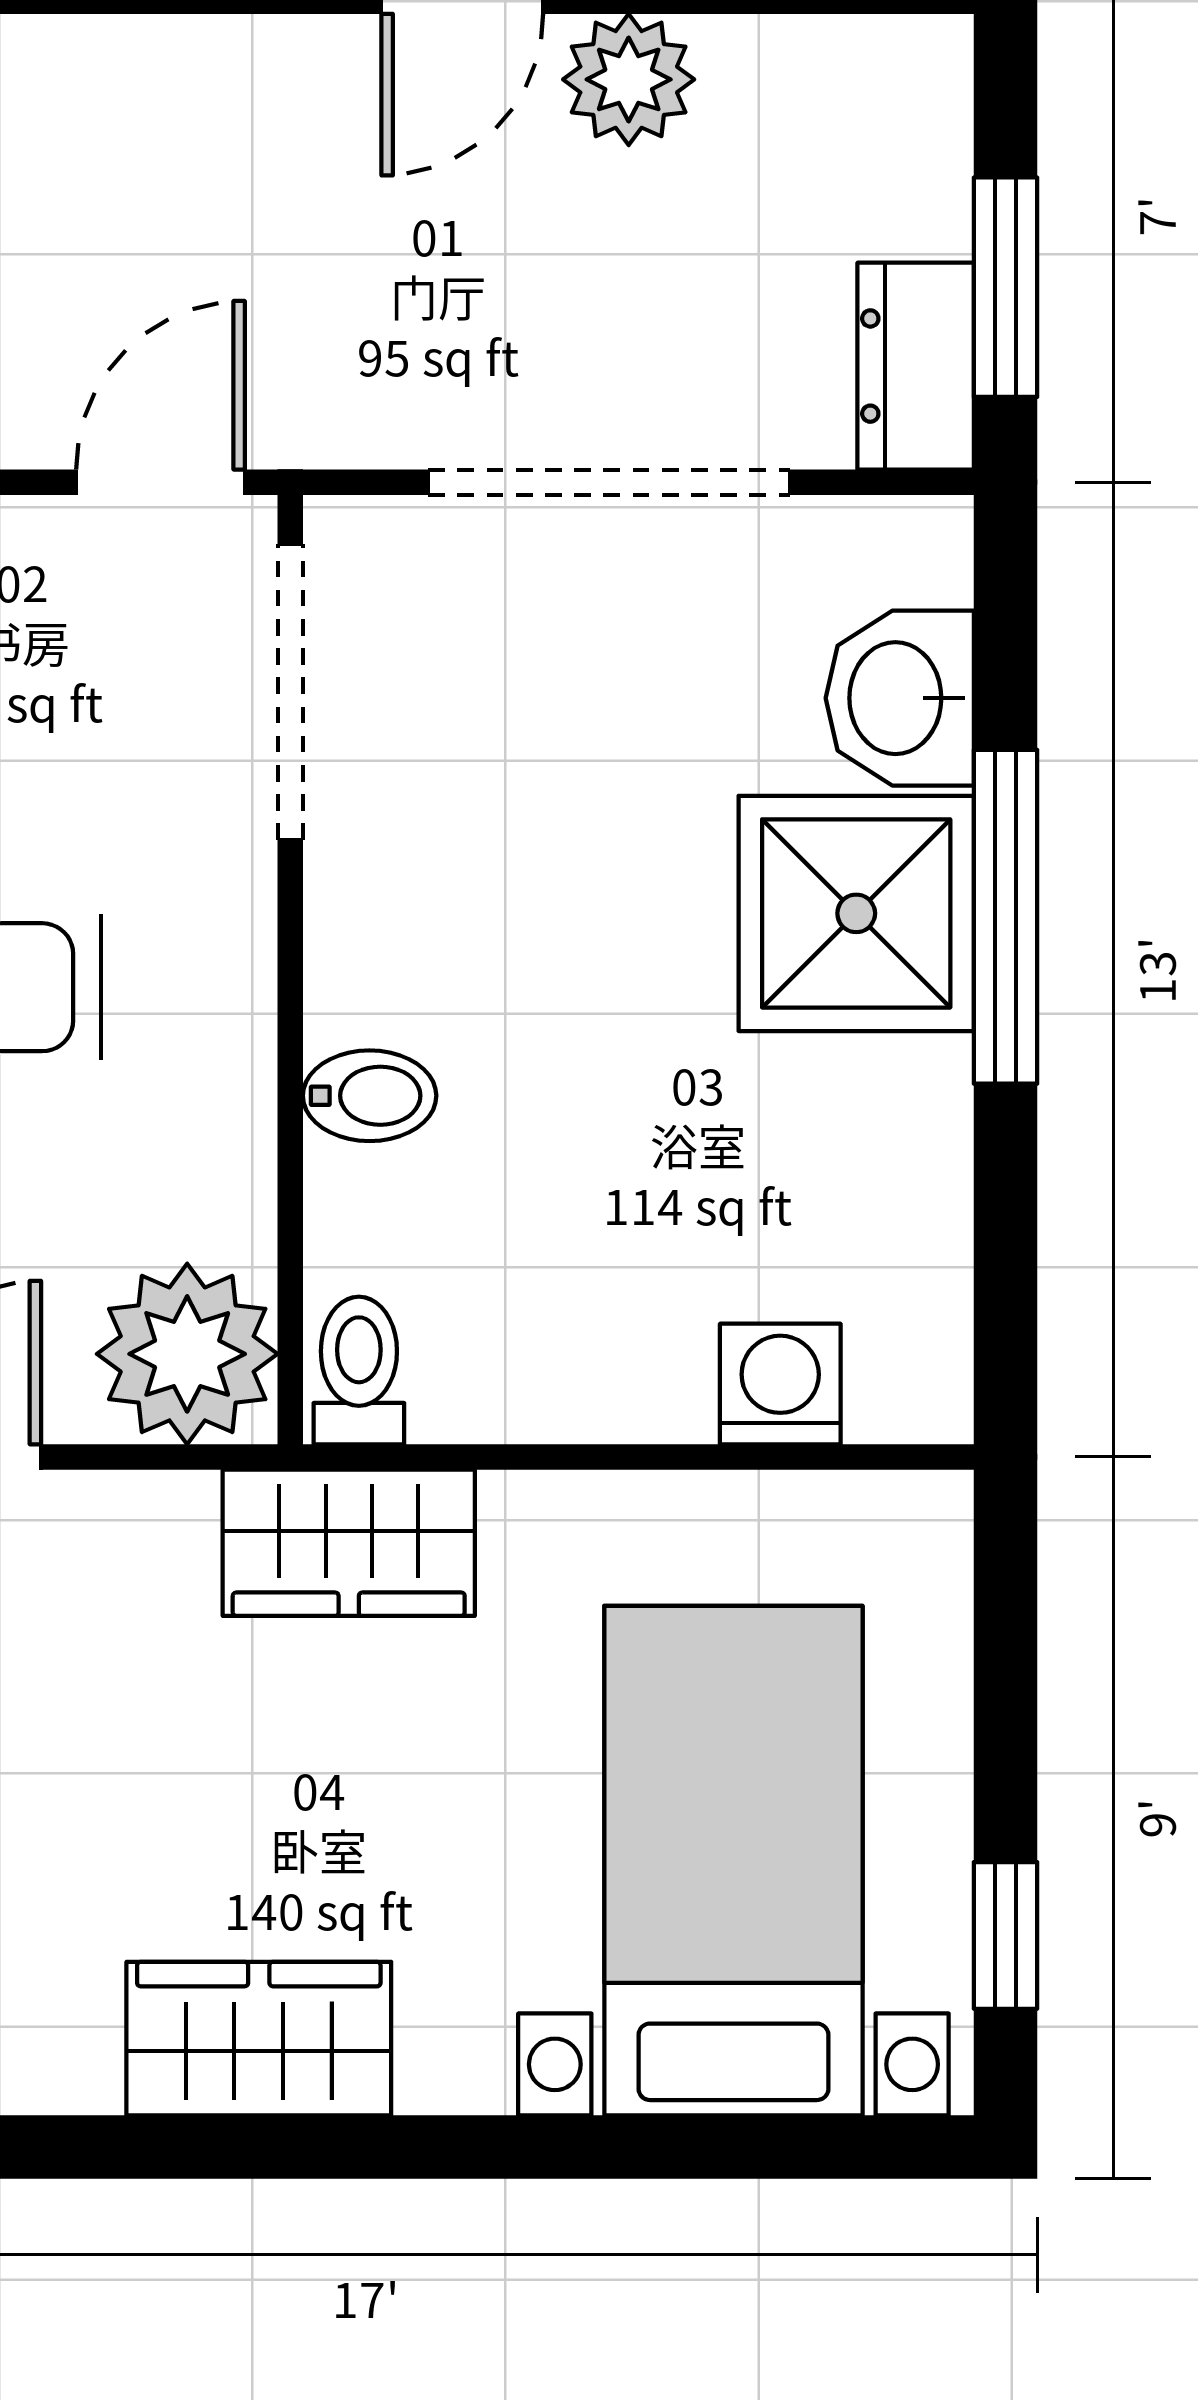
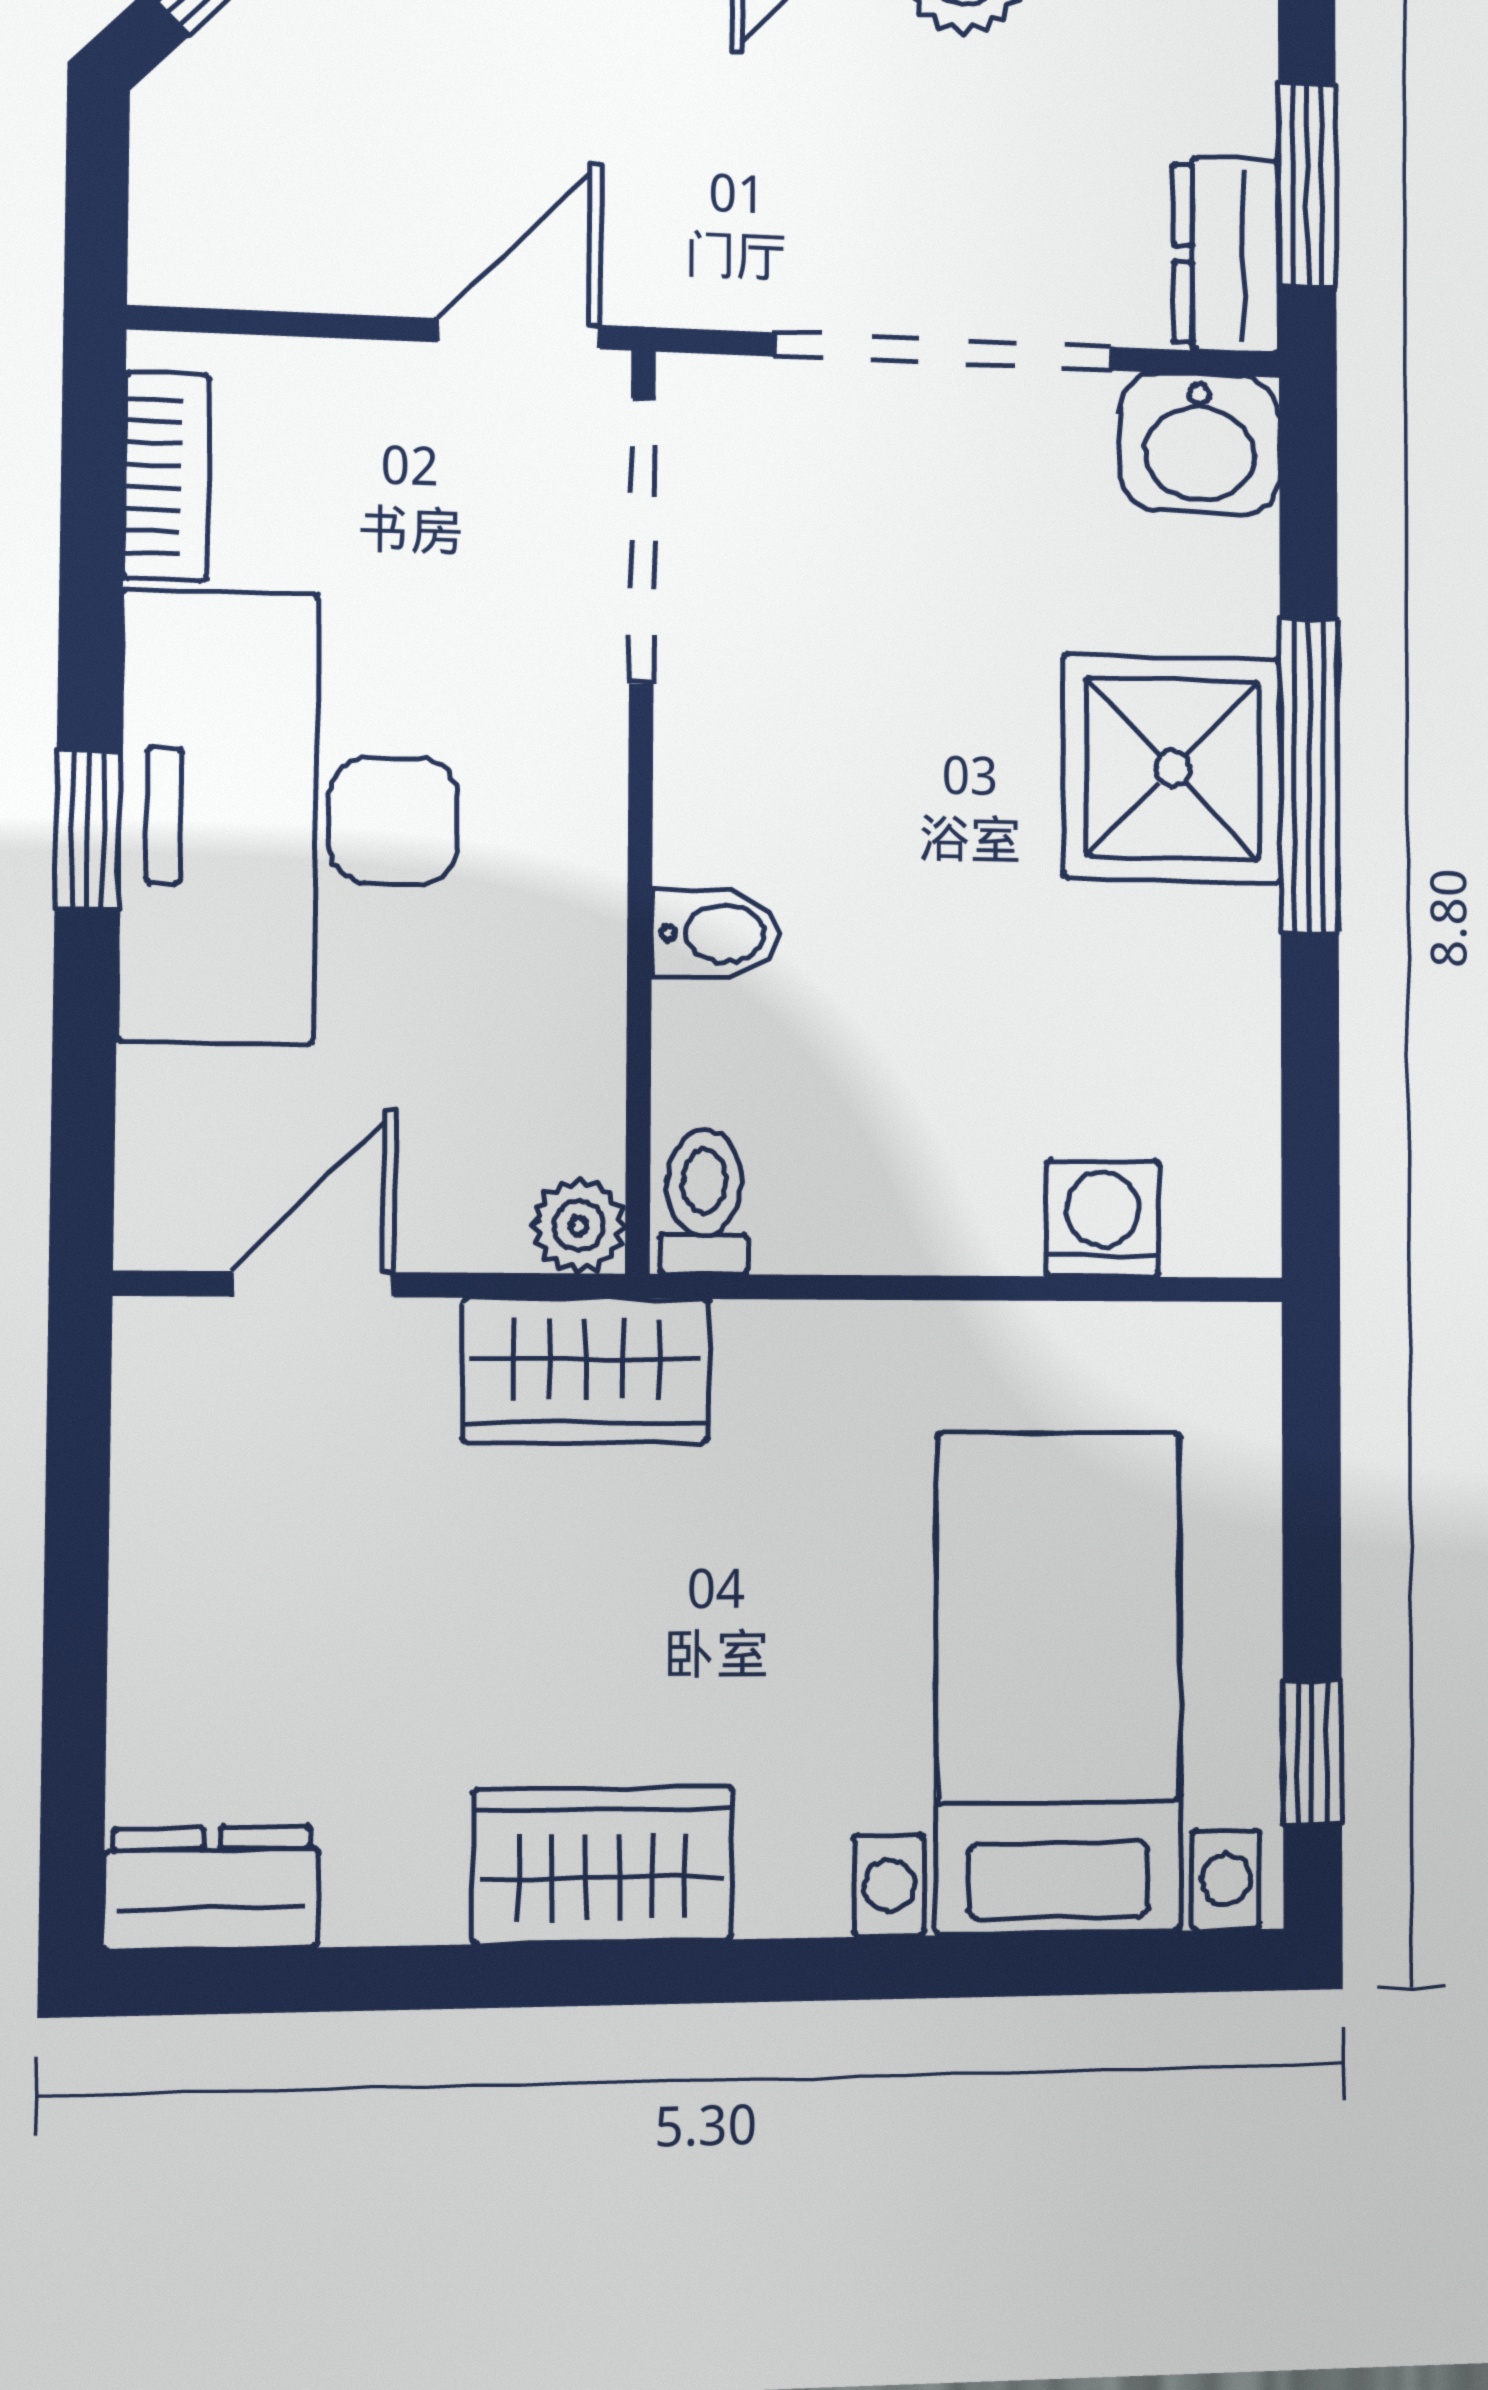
washbasin: (900, 698) -> (1200, 444), moved, turned -90
plant: (187, 1354) -> (579, 1226), width x0.53, depth x0.53
wardrobe: (349, 1543) -> (586, 1371), moved

